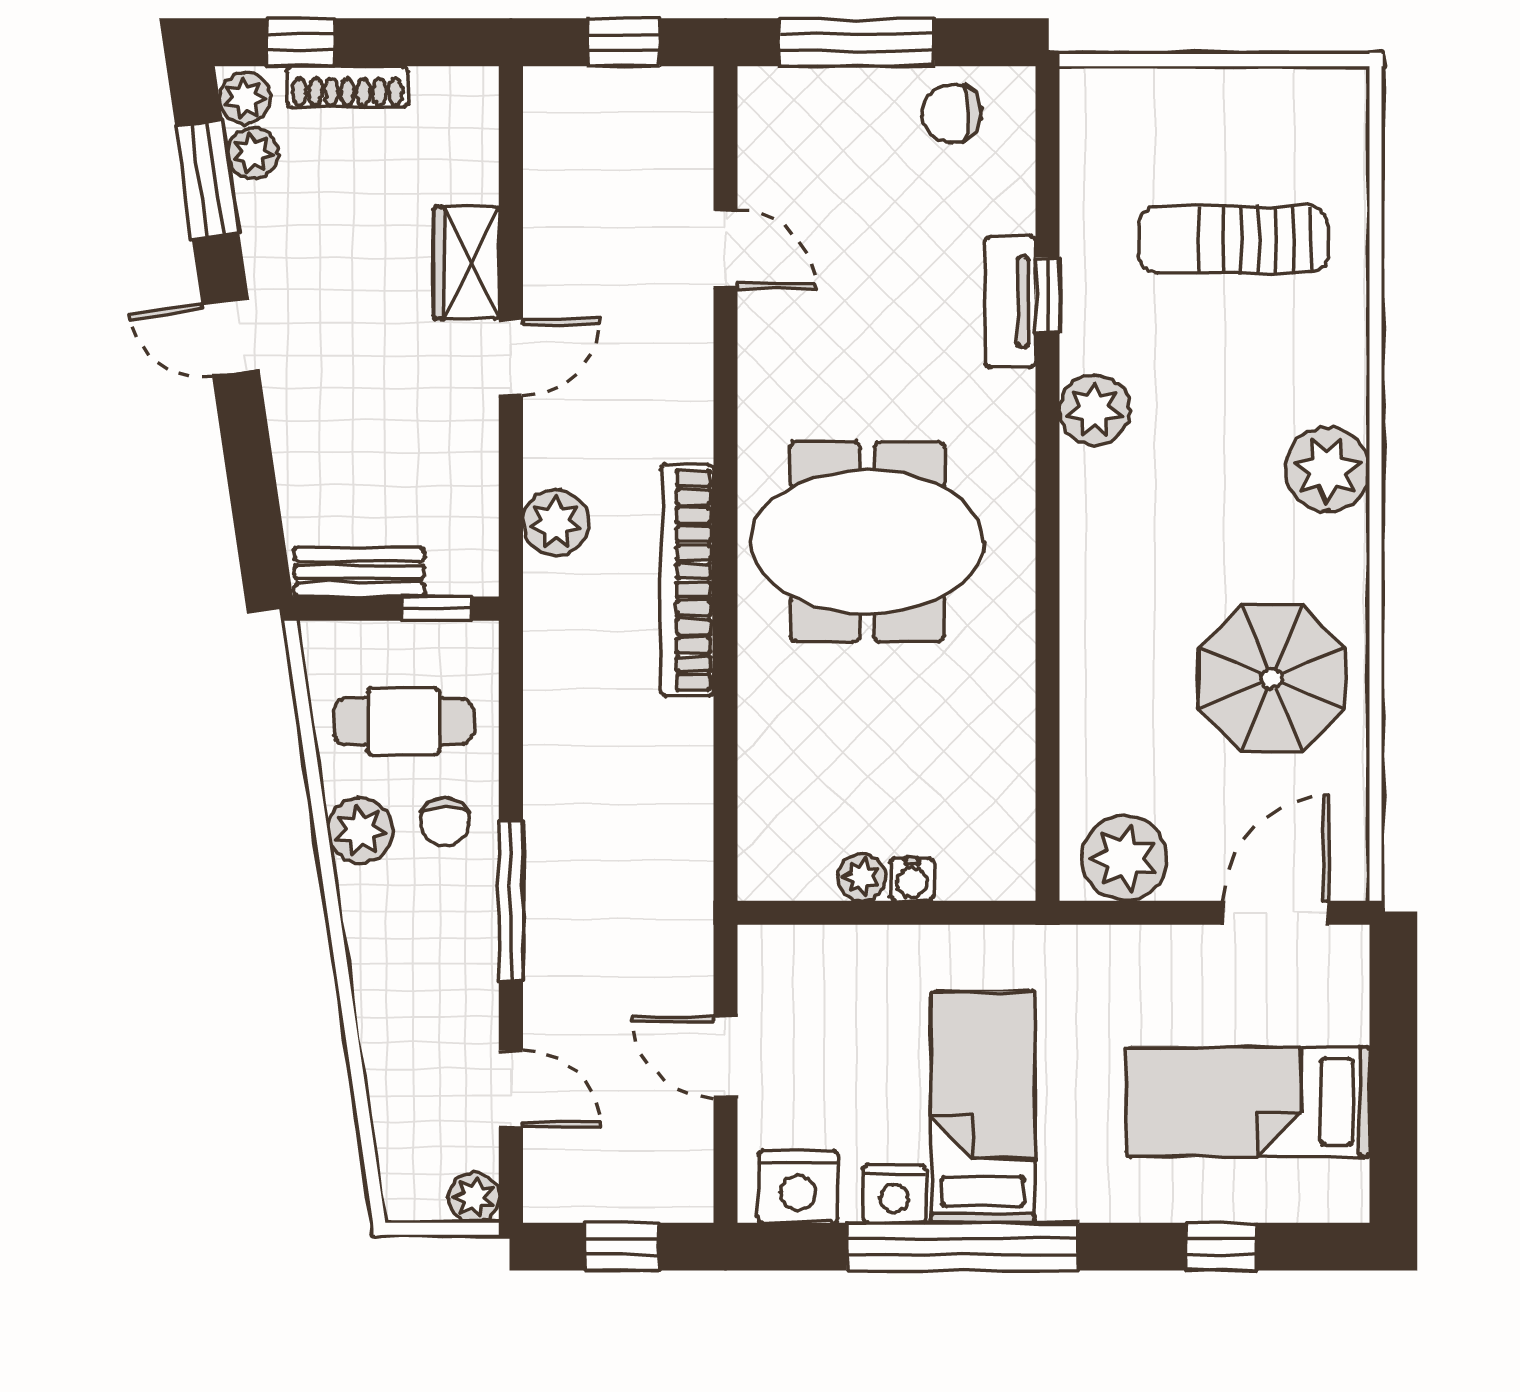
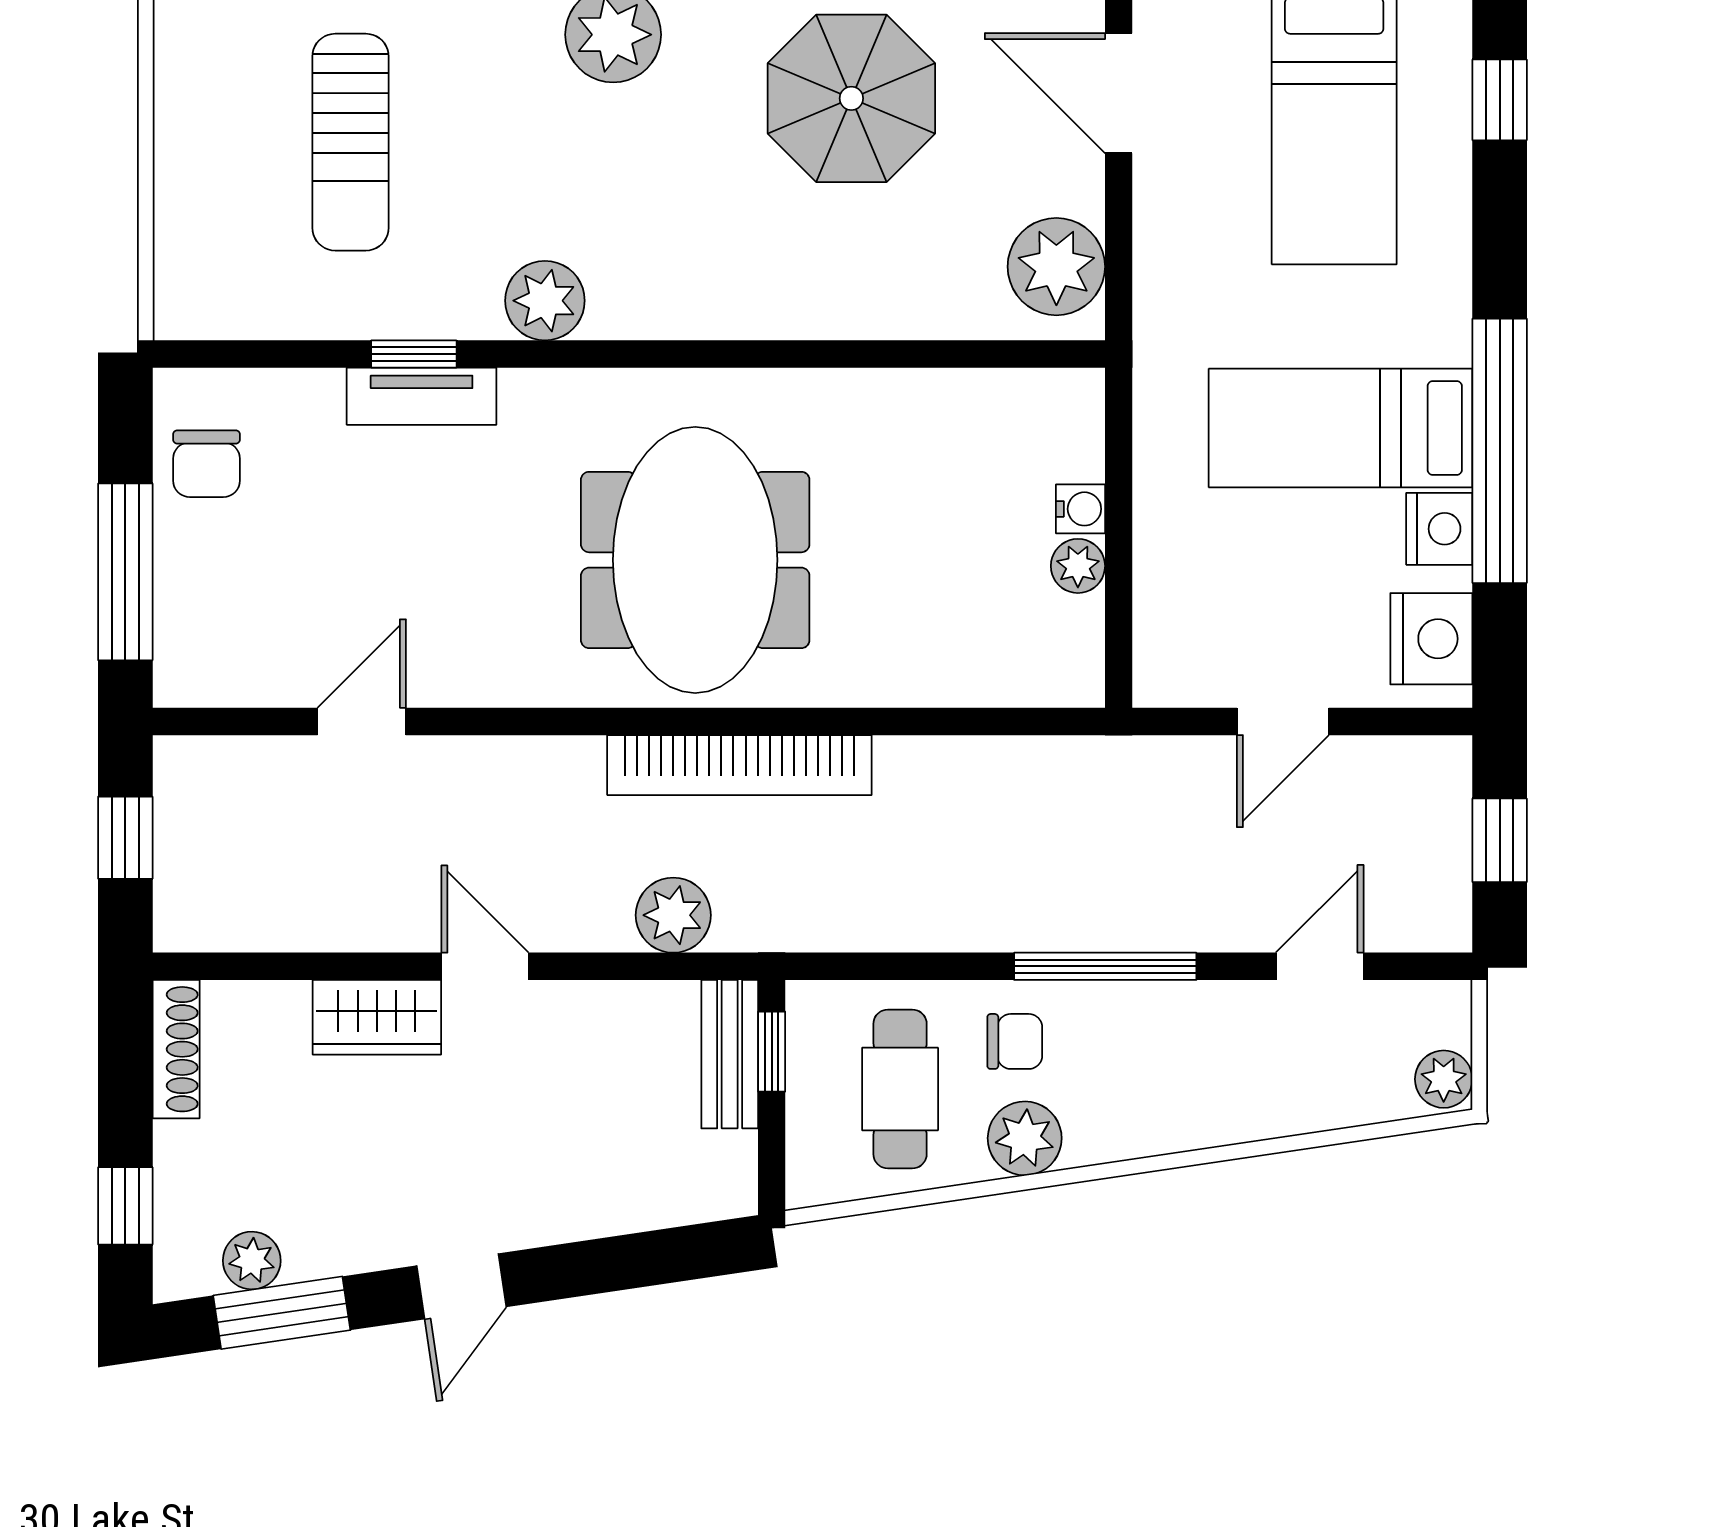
shoe rack: (347, 87) -> (176, 1049), moved
plant: (245, 98) -> (189, 1270), removed
bench: (359, 572) -> (730, 1054), moved
plant: (474, 1198) -> (1444, 1079), moved
window: (1221, 1247) -> (1500, 100), moved

